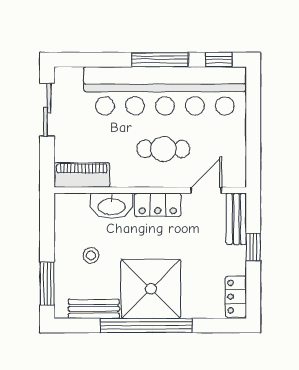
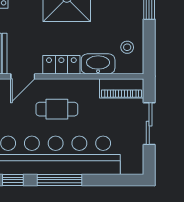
sliding door: (47, 110) -> (149, 124), moved
stool: (91, 255) -> (127, 47), moved

